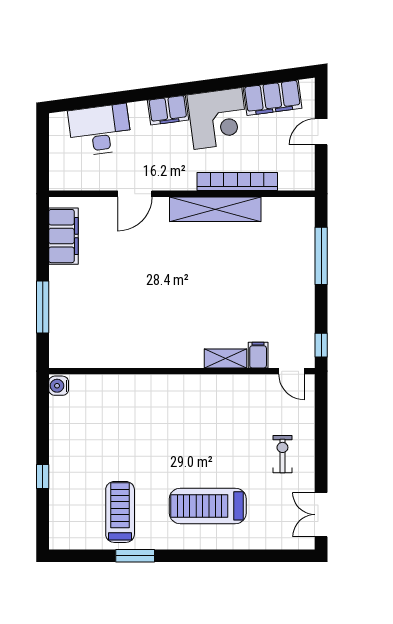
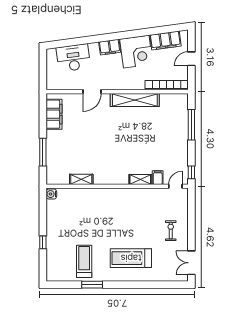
bookcase: (237, 181) -> (166, 85), moved
shelving: (115, 358) -> (81, 179), added
door: (291, 371) -> (175, 186), swing flipped

